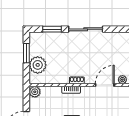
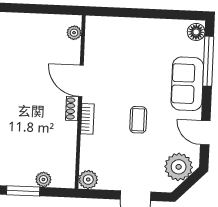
plant: (38, 65) -> (43, 179), width x0.53, depth x0.53
door: (105, 85) -> (81, 81), moved

